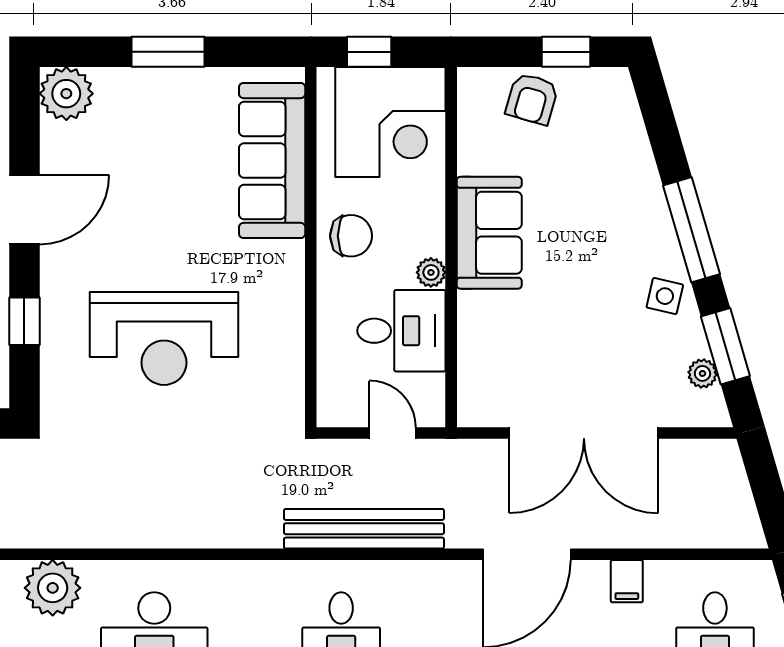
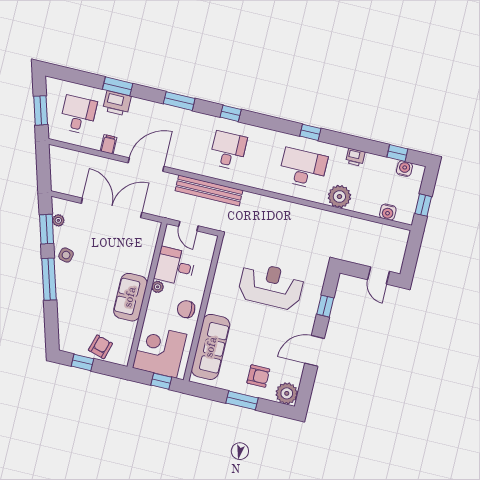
armchair: (143, 119) -> (258, 376), added

